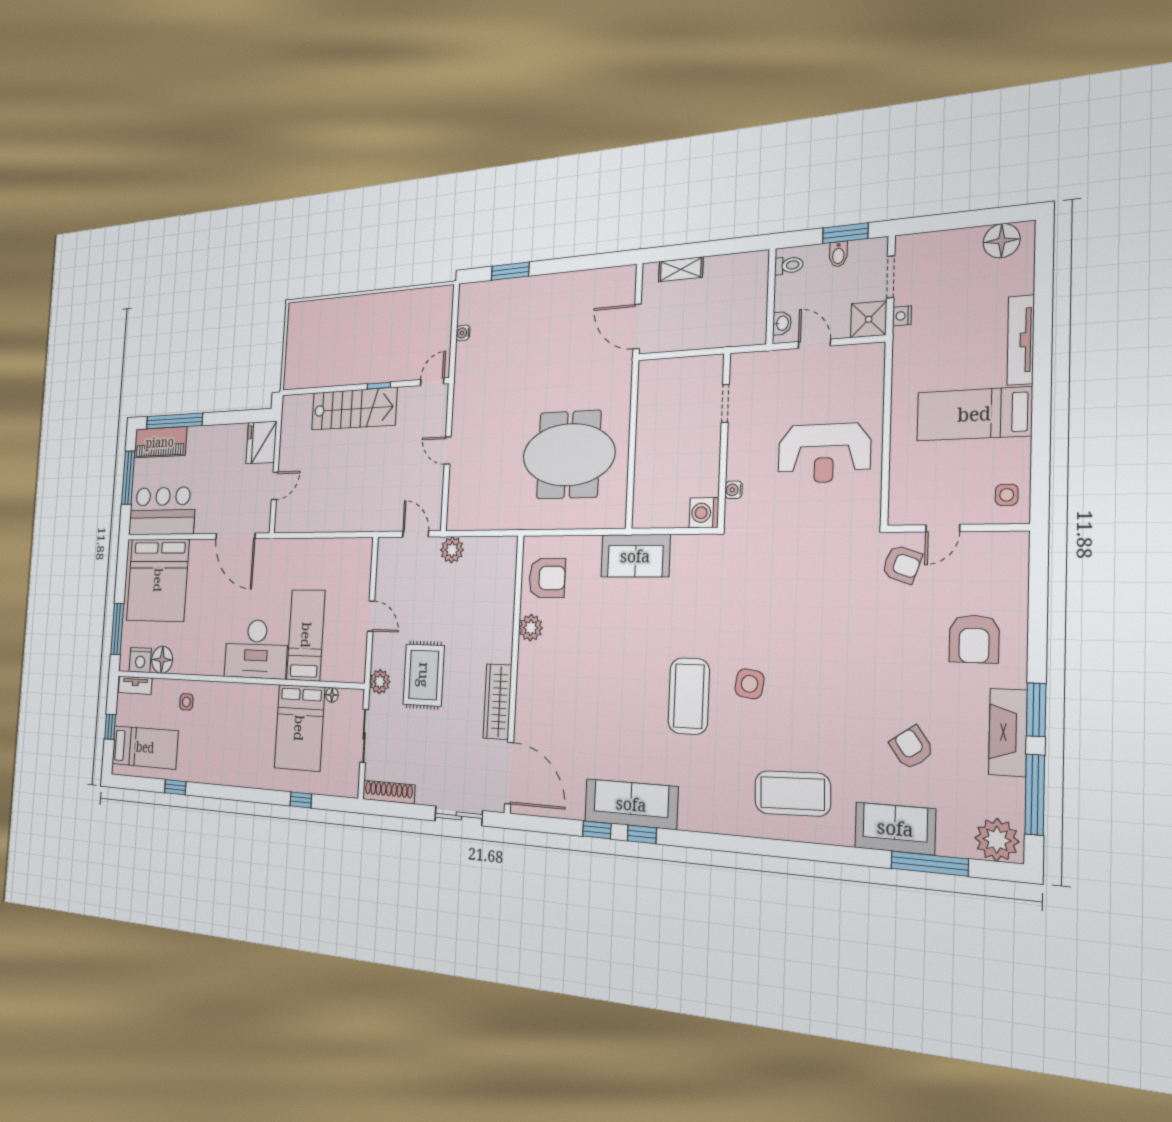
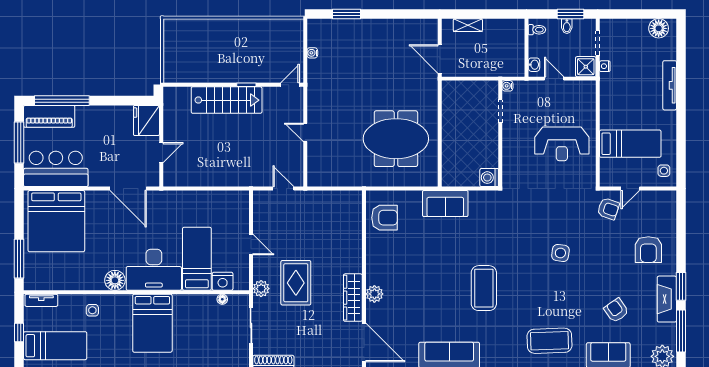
bed: (974, 414) -> (630, 144), moved, turned 180
water cooler: (734, 490) -> (507, 86), moved
plant: (452, 550) -> (313, 199), removed
plant: (531, 628) -> (374, 294), moved
nightstand: (140, 660) -> (223, 281), moved
floor lamp: (162, 660) -> (115, 280), moved
side table: (749, 684) -> (560, 253), moved
bed: (299, 728) -> (152, 323), moved

